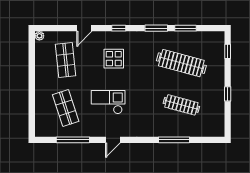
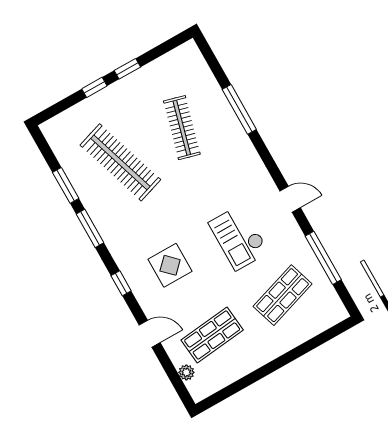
plant: (39, 36) -> (186, 372), moved
window: (228, 51) -> (94, 87), moved
clothes rail: (181, 63) -> (120, 162), turned -33

